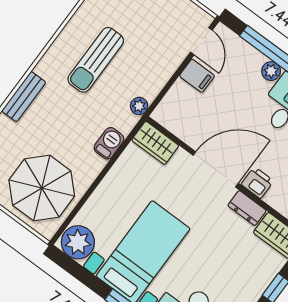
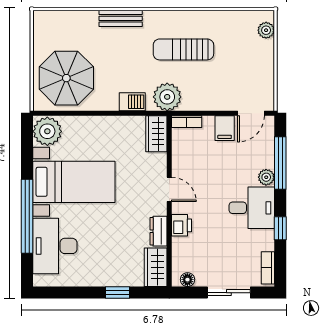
plant: (139, 106) -> (167, 97), width x1.88, depth x1.88
bookcase: (165, 107) -> (187, 122), added
door: (216, 169) -> (169, 189), width x0.53

